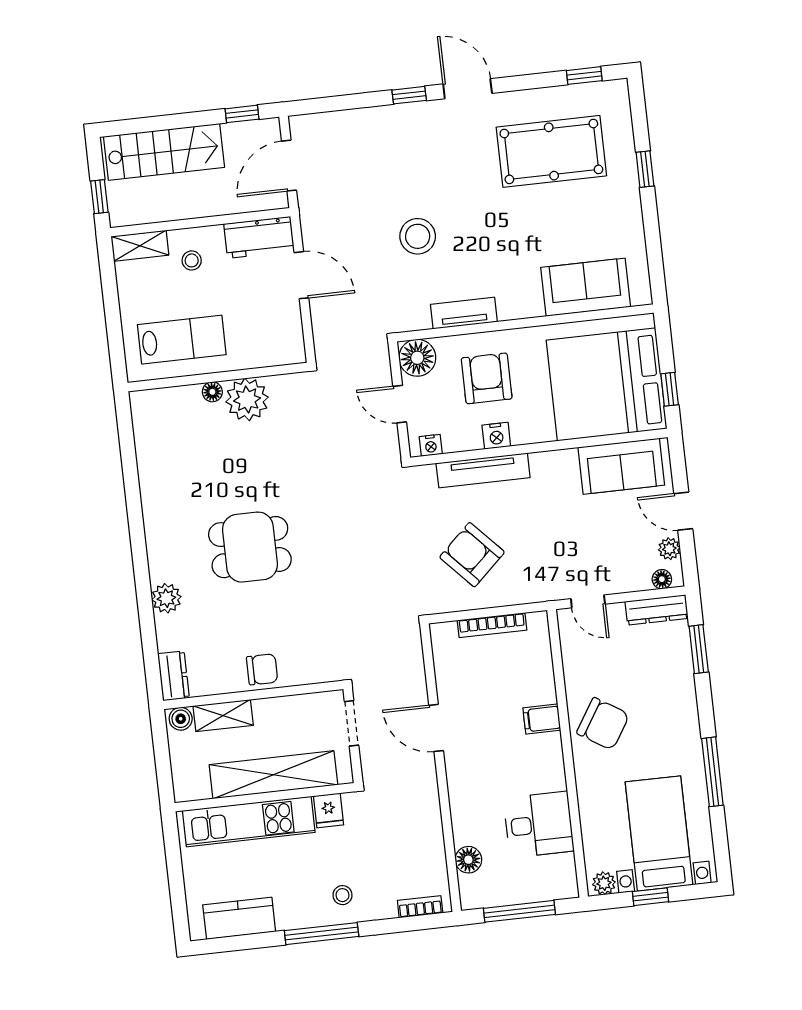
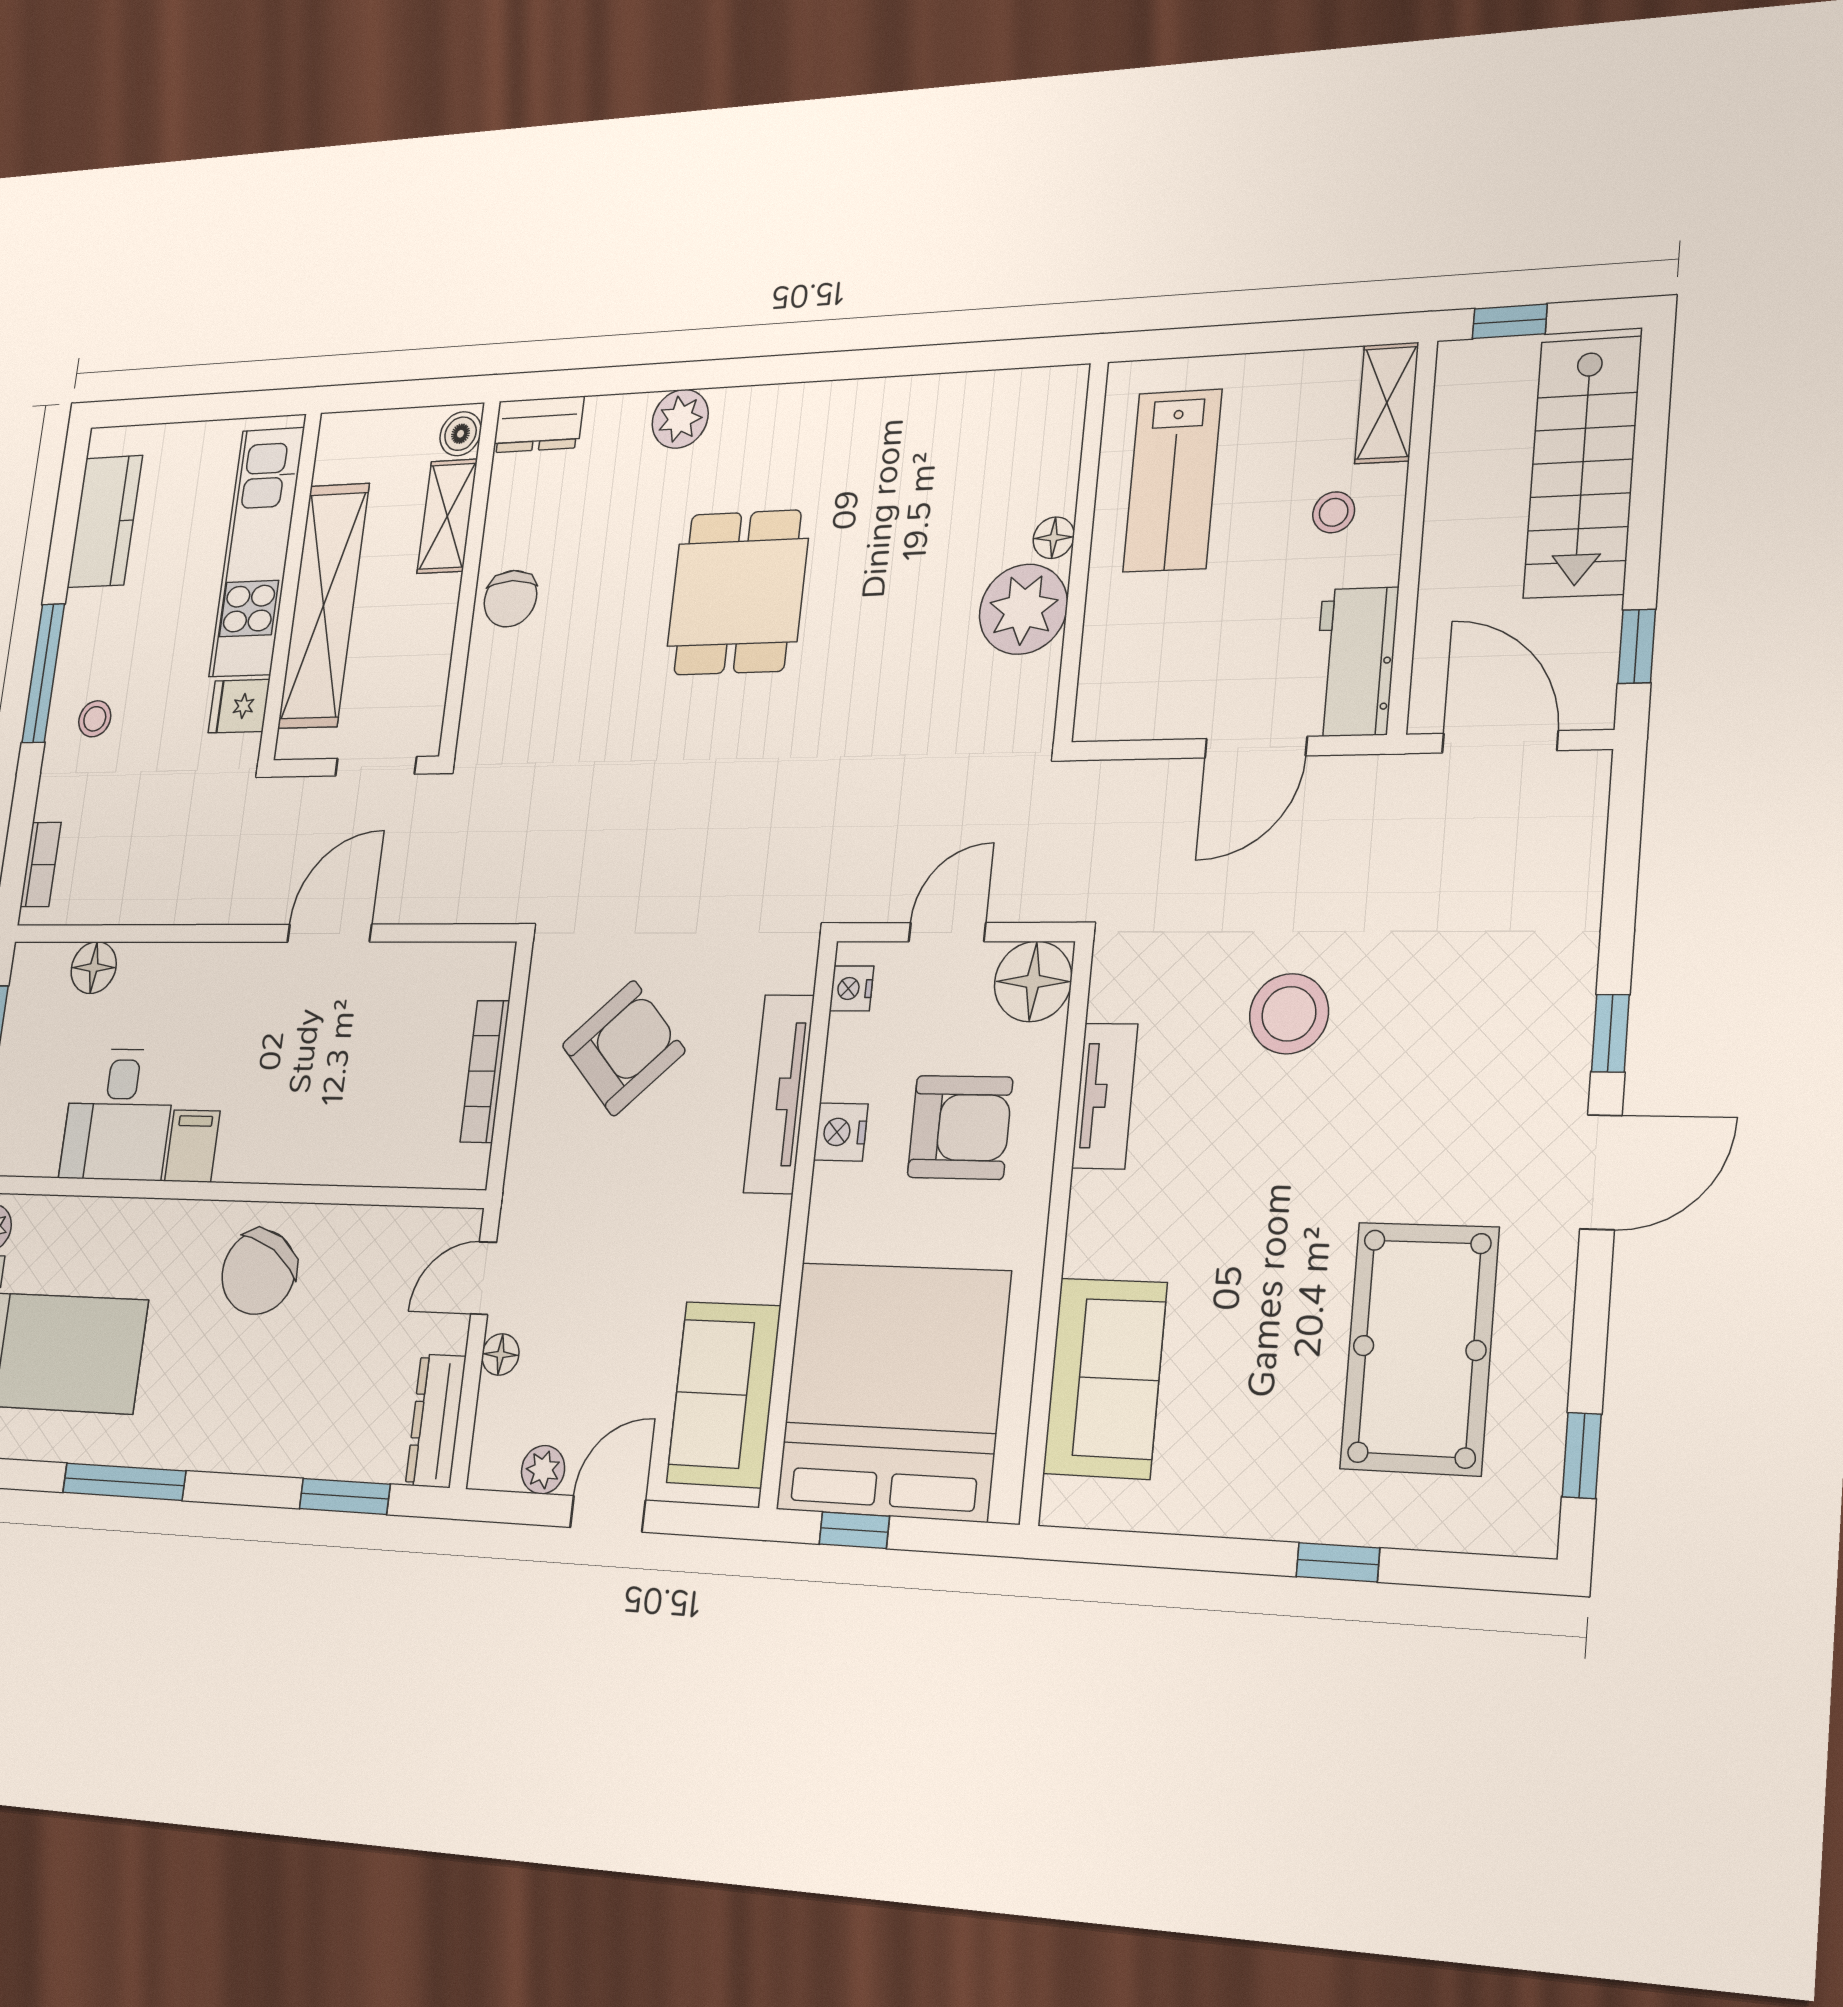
floor lamp: (662, 579) -> (500, 1354), moved
filing cabinet: (542, 719) -> (192, 1146), moved

